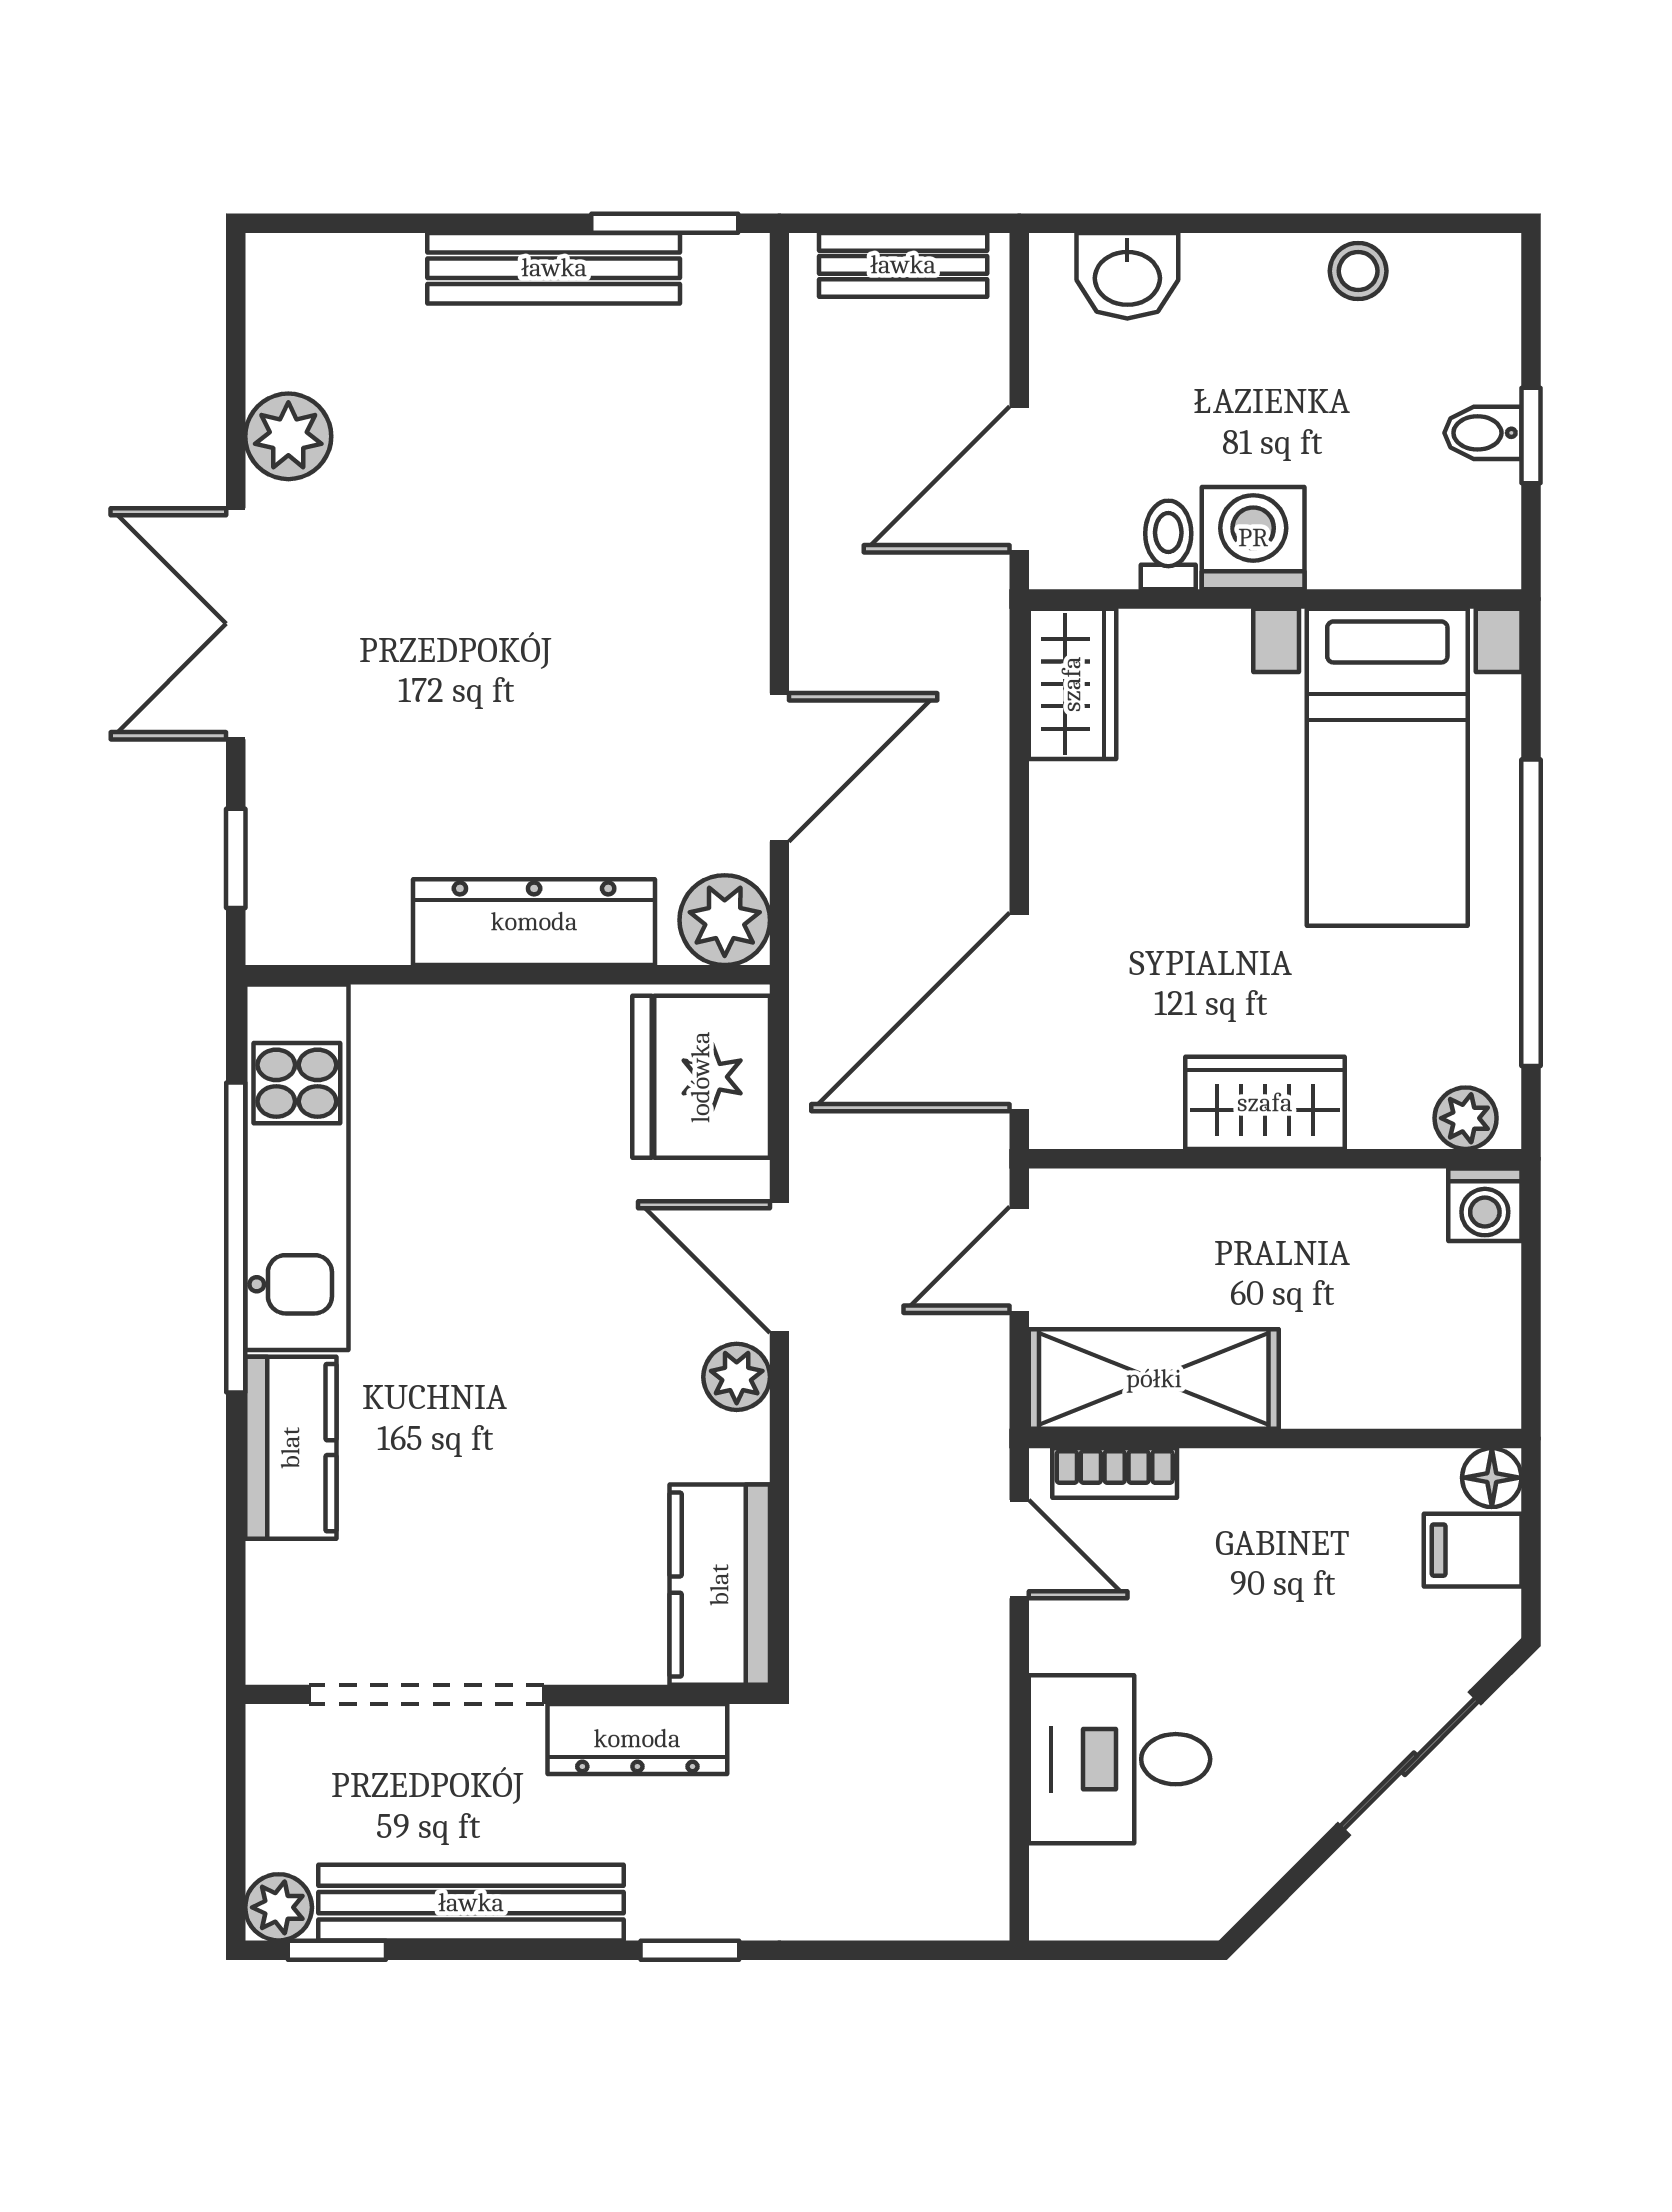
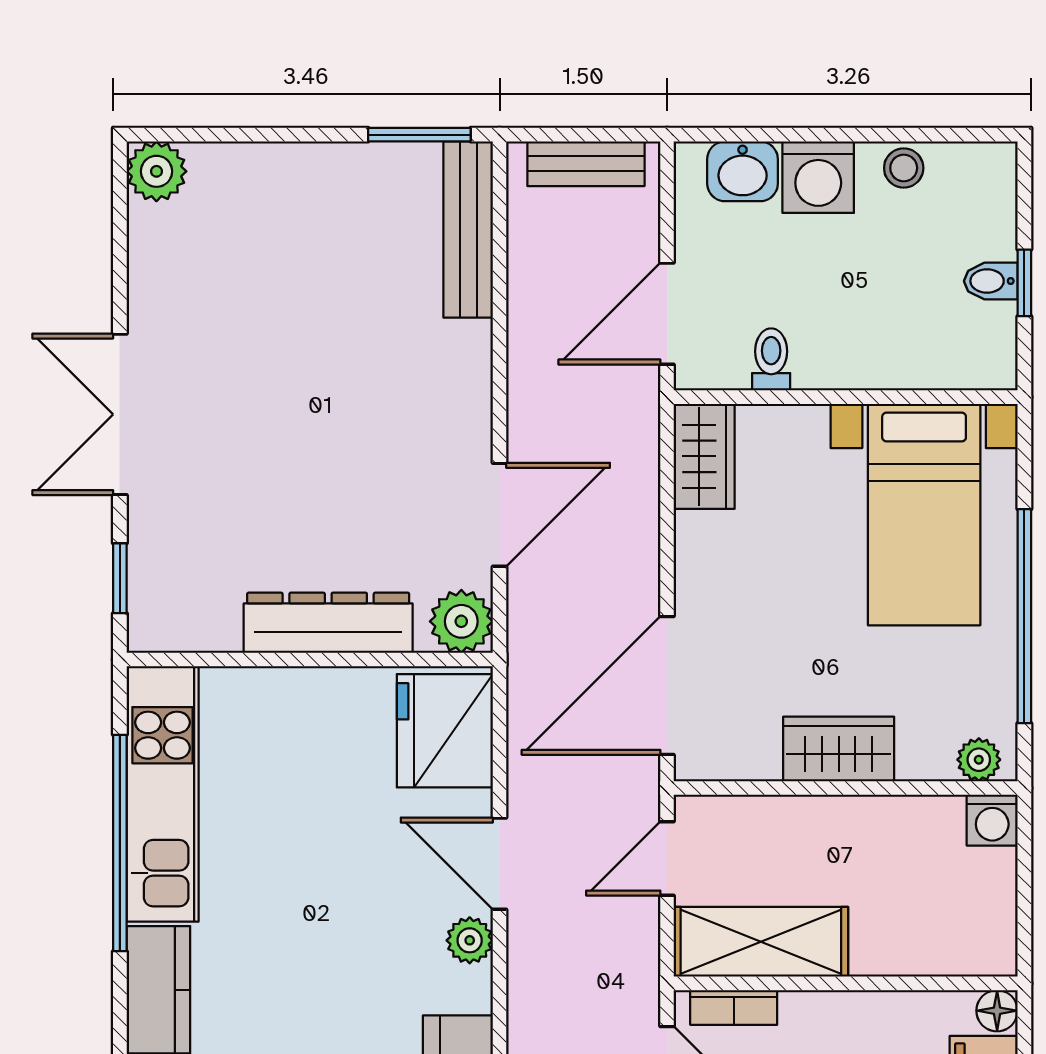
bench: (554, 268) -> (468, 230), moved, turned 90
plant: (288, 436) -> (156, 171), moved
washing machine: (1253, 538) -> (818, 177), moved, turned 180

